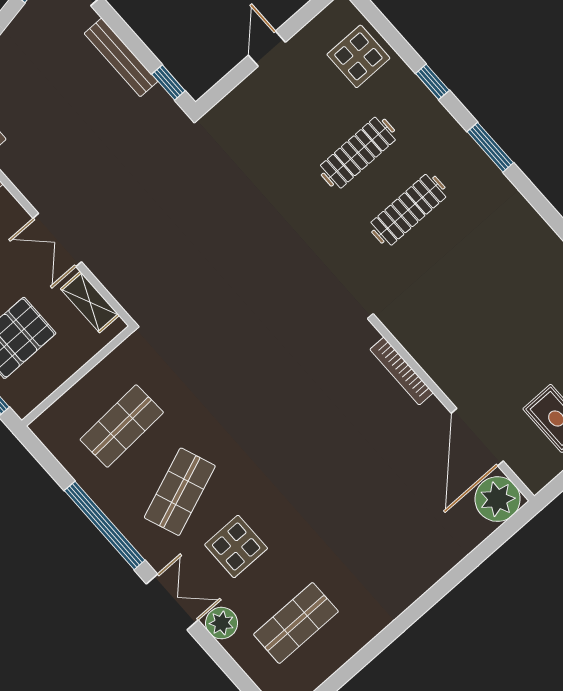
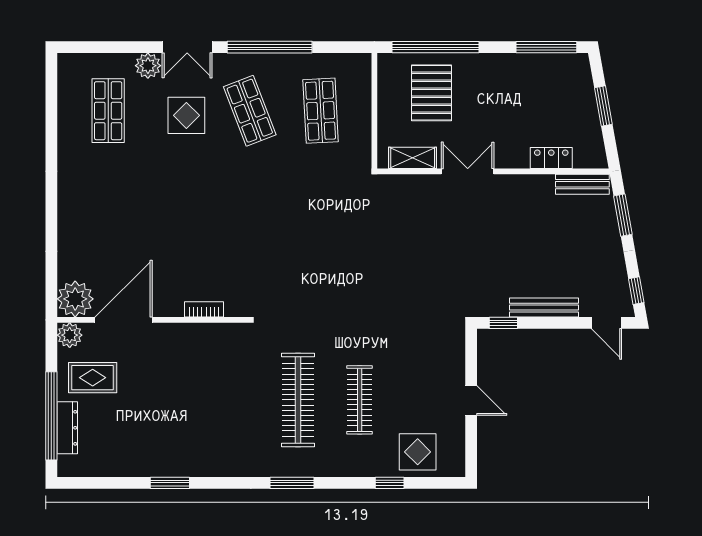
window: (432, 82) -> (390, 483), moved
clothes rail: (408, 210) -> (298, 400), width x1.37, depth x1.31
bookcase: (402, 371) -> (204, 309), width x0.64
door: (477, 437) -> (124, 320), hinge flipped
plant: (536, 475) -> (70, 335), added

